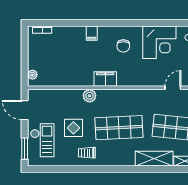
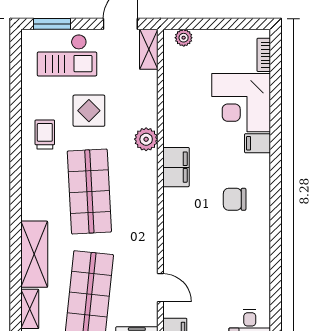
corner desk: (159, 42) -> (241, 103), moved
shelving: (39, 94) -> (149, 49), added

